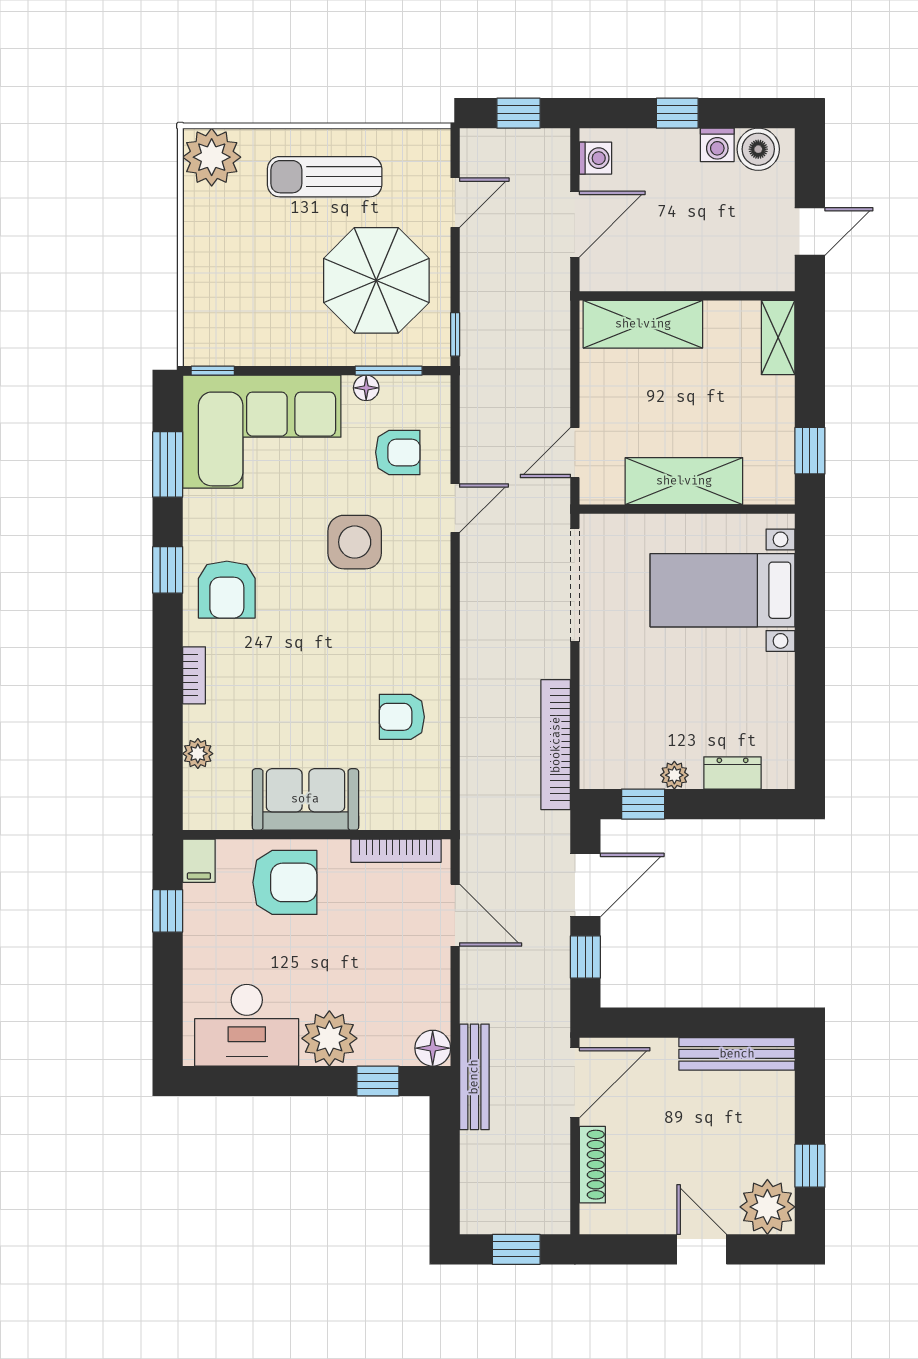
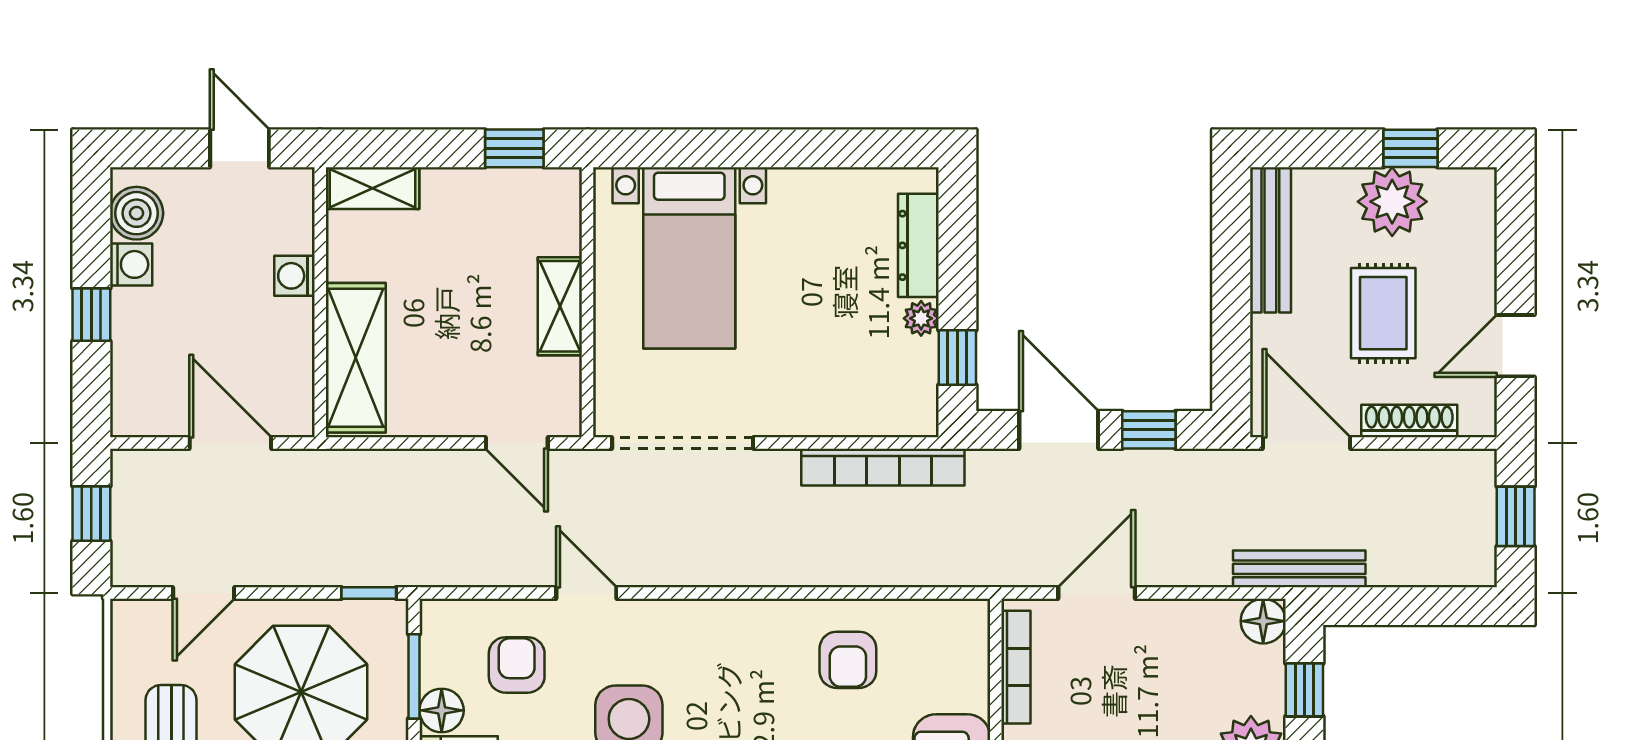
washing machine: (595, 158) -> (294, 276), moved, turned -90
door: (455, 203) -> (204, 593), swing flipped
floor lamp: (366, 388) -> (442, 710), width x1.37, depth x1.37
shelving: (684, 481) -> (560, 306), width x0.67, depth x0.75
dresser: (733, 773) -> (918, 245), width x1.44
rug: (678, 1144) -> (1383, 313), added
plant: (767, 1207) -> (1392, 202), moved
door: (702, 1249) -> (1516, 346), moved

